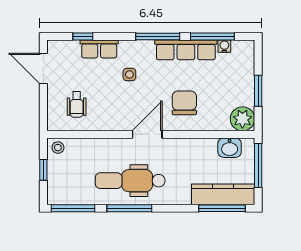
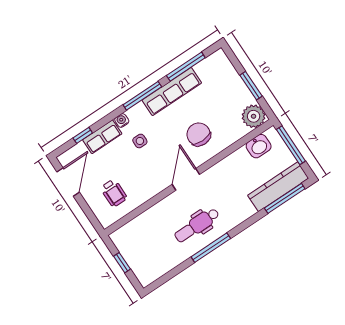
water cooler: (224, 46) -> (122, 120), moved
door: (43, 69) -> (68, 182), swing flipped
stool: (58, 148) -> (122, 237), removed
dental chair: (130, 181) -> (197, 225), width x0.73, depth x0.72
window: (73, 208) -> (166, 278), removed

